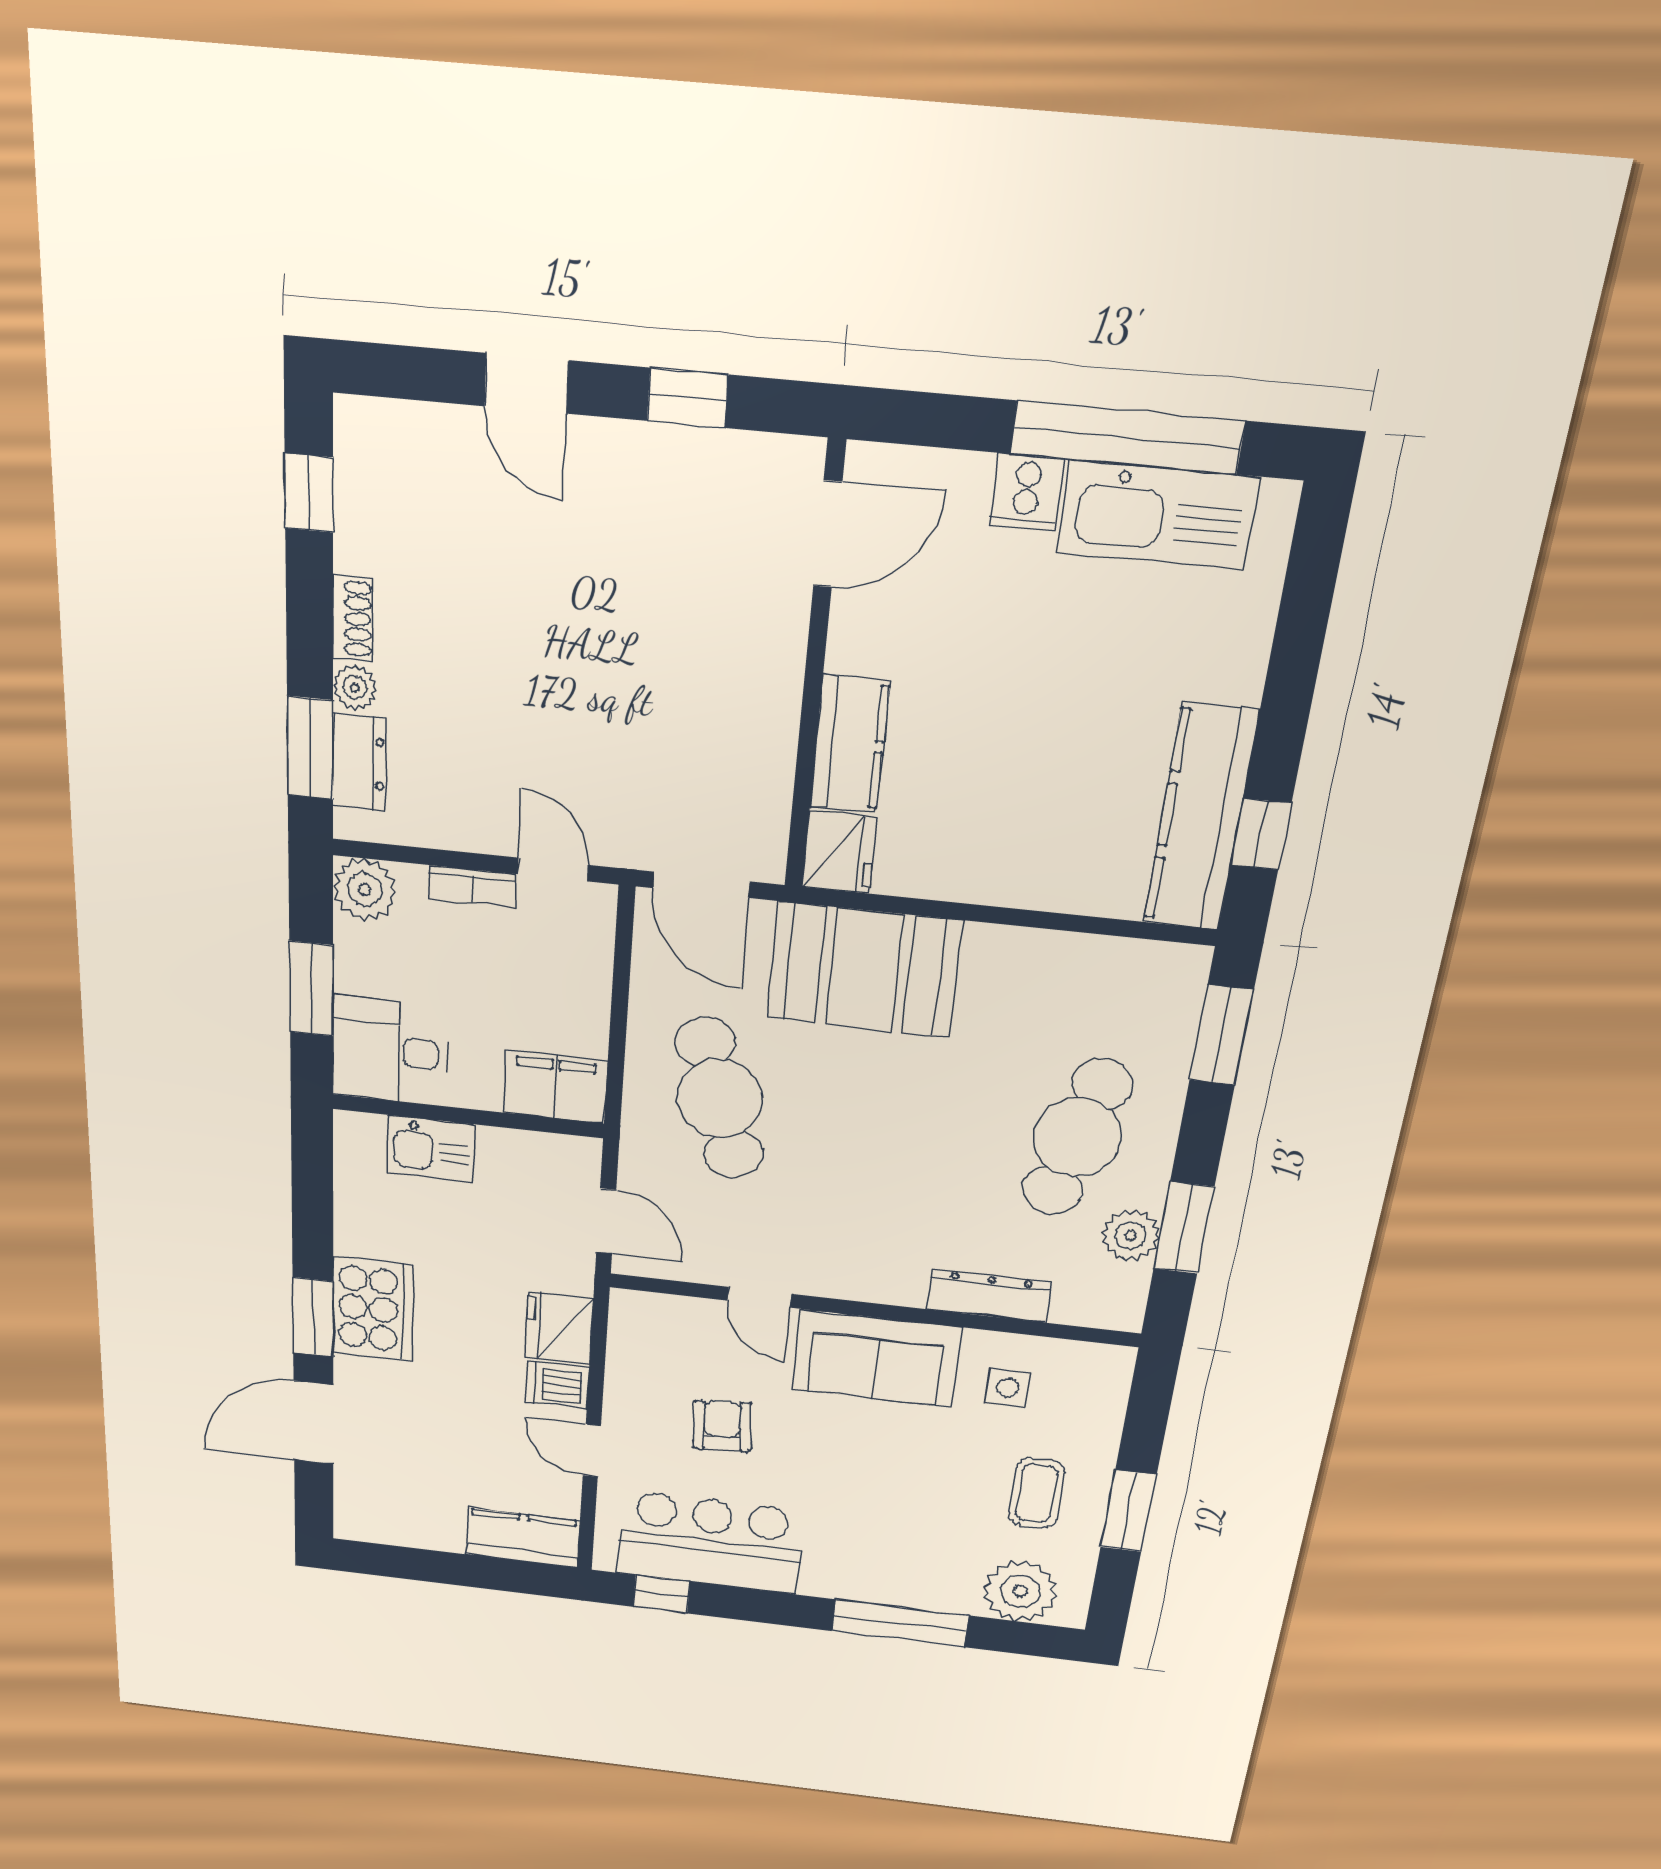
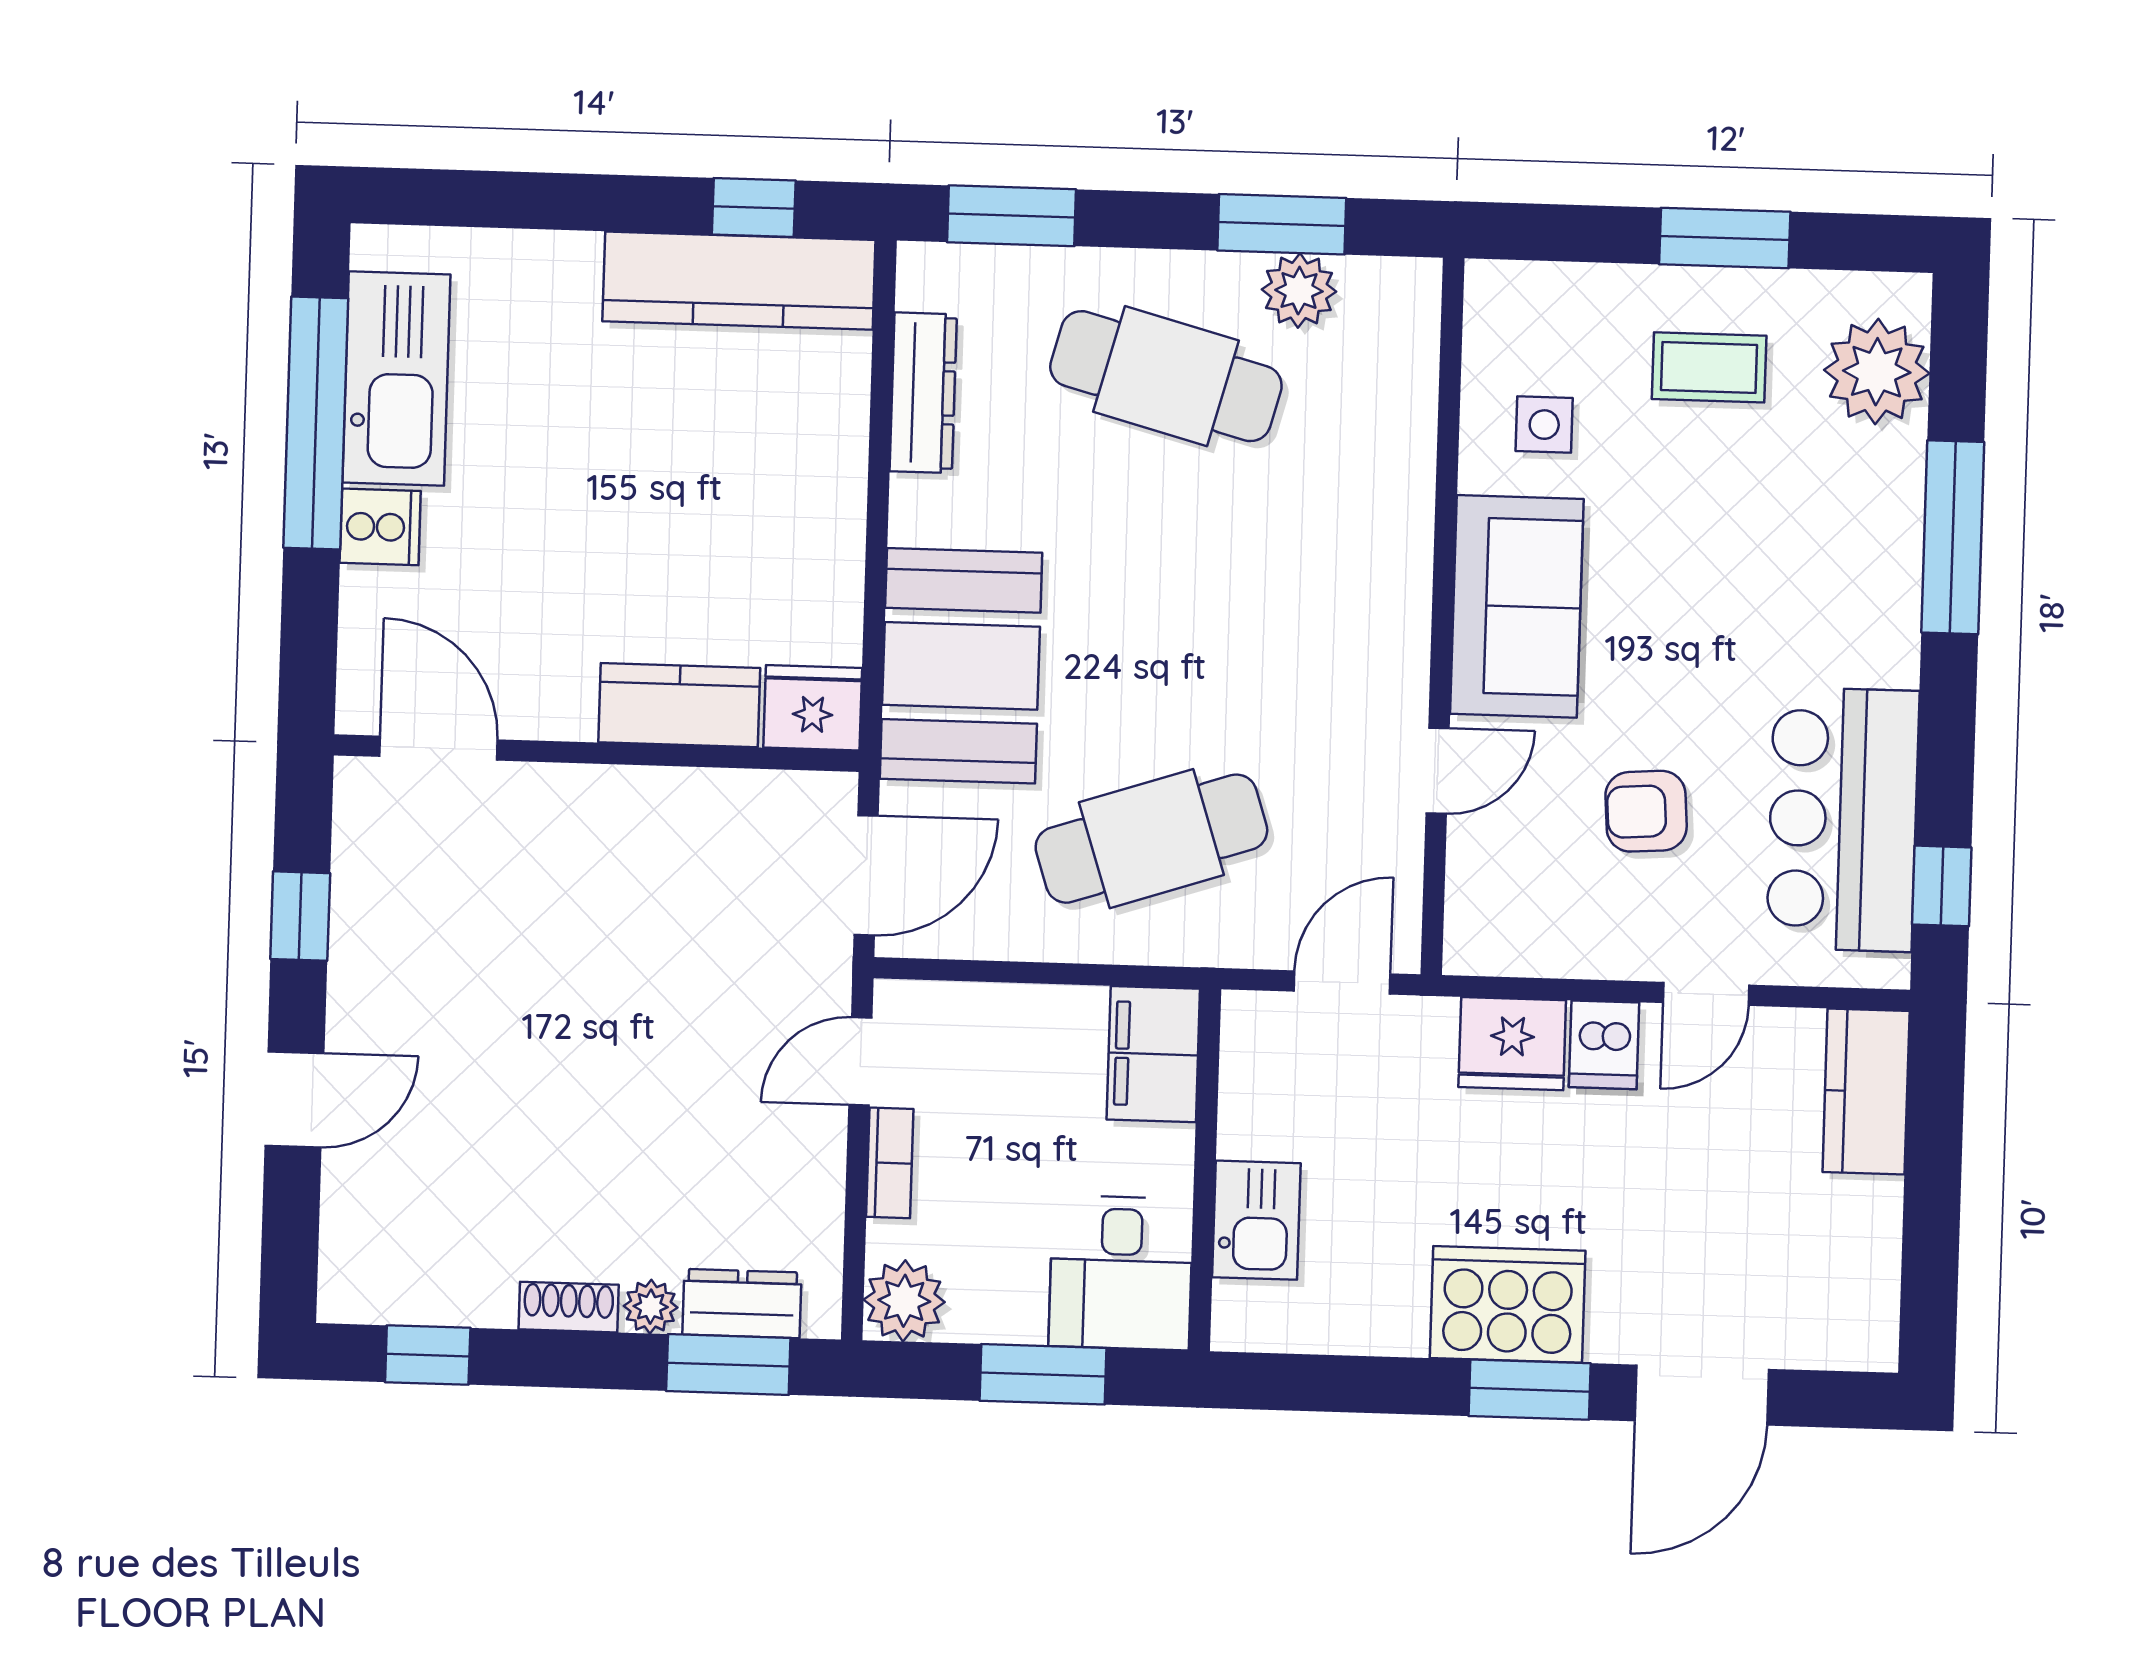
dresser: (989, 1296) -> (923, 393), moved, turned 180
door: (313, 1423) -> (1702, 1395), hinge flipped

